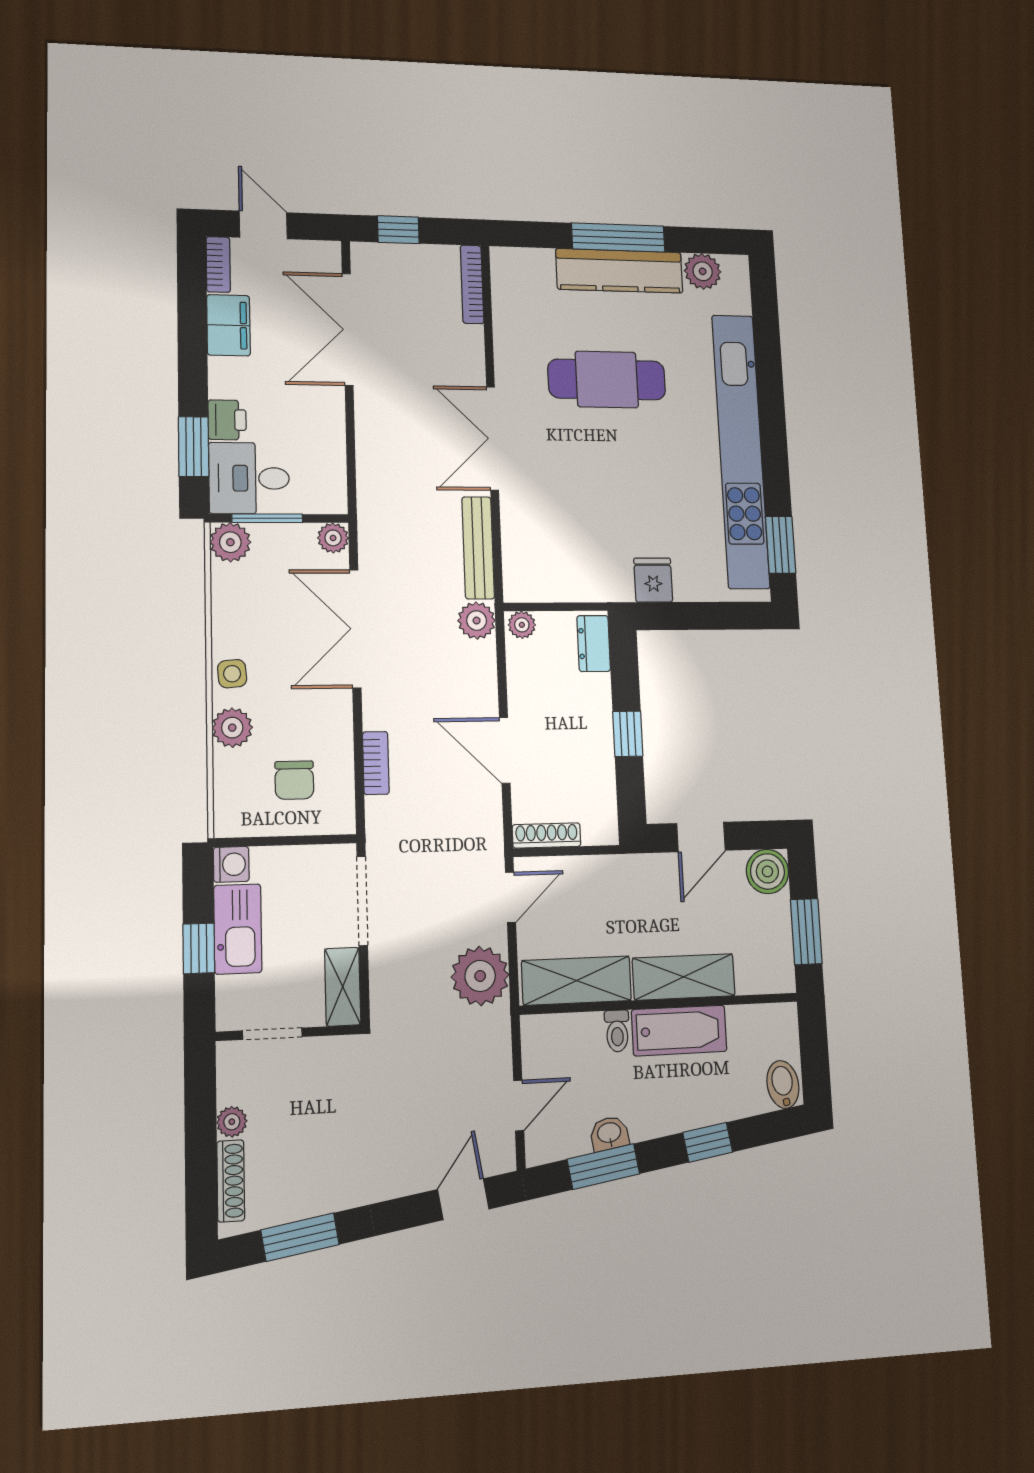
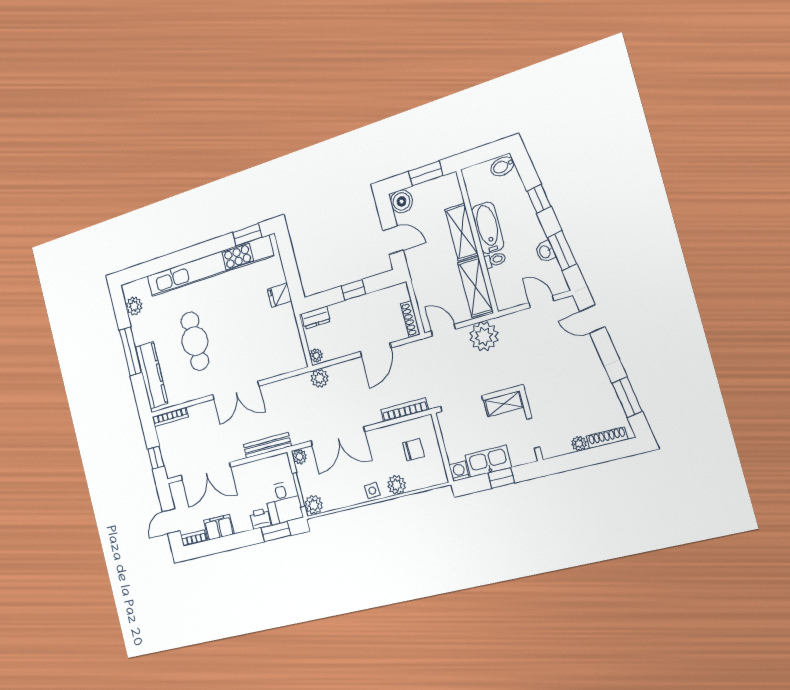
kitchen counter: (619, 271) -> (152, 375), moved
bench: (478, 548) -> (267, 445), moved
bookcase: (376, 763) -> (404, 410), width x1.56

